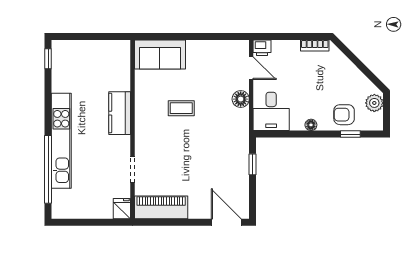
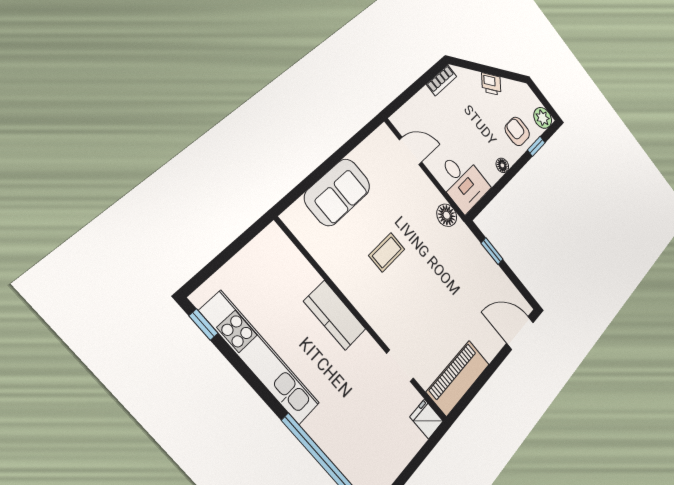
printer: (262, 48) -> (491, 84), moved, turned 45
sofa: (160, 55) -> (337, 192), moved
floor lamp: (241, 99) -> (447, 215), moved
plant: (374, 103) -> (543, 118), moved
armchair: (344, 115) -> (517, 131), turned 90
kitchen unit: (61, 141) -> (260, 358), moved

